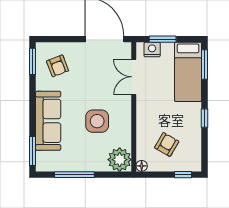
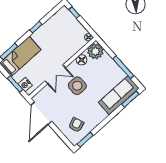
double door: (134, 77) -> (55, 74), moved
sofa: (48, 121) -> (119, 95), moved
side table: (97, 121) -> (77, 86), moved
floor lamp: (124, 136) -> (82, 60), added
armchair: (167, 144) -> (66, 34), removed

